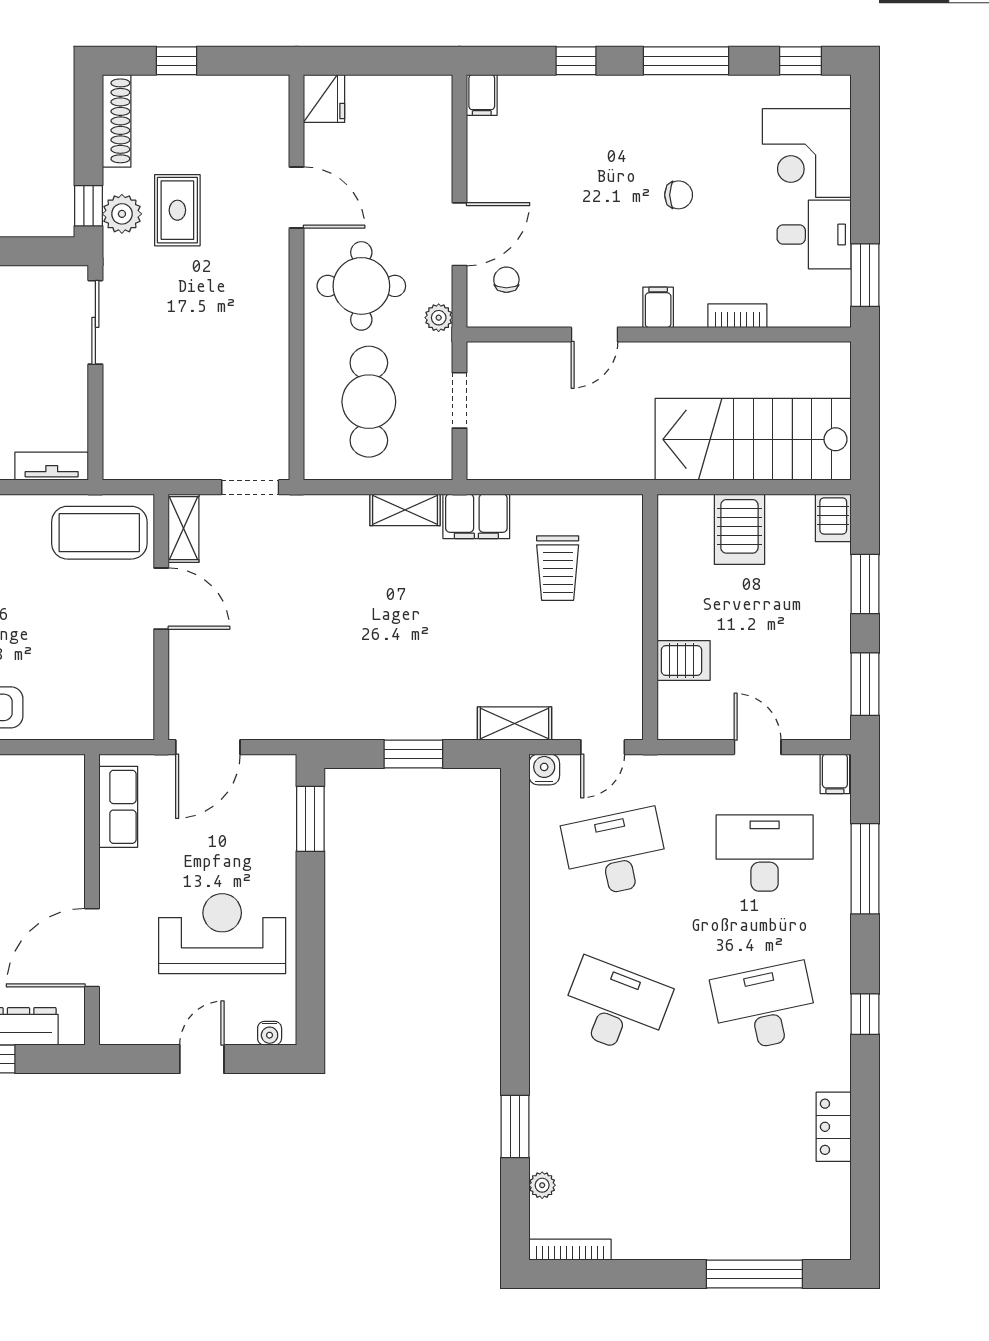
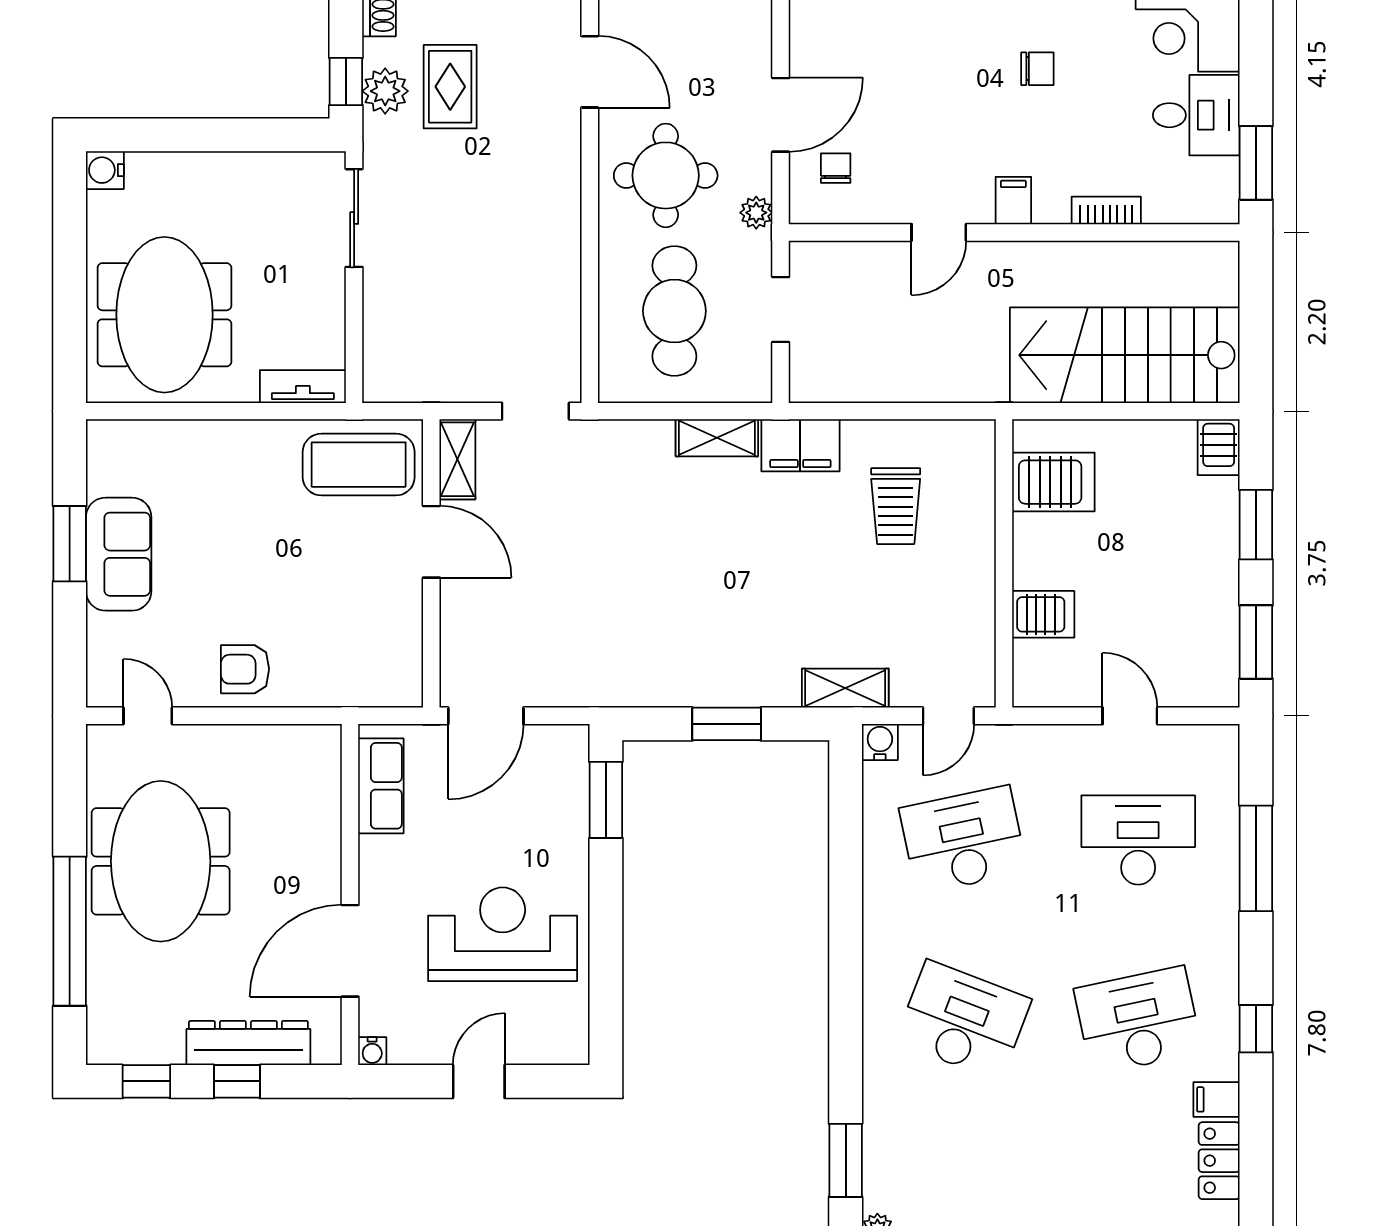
server rack: (739, 529) -> (1053, 482), moved, turned -90
filing cabinet: (835, 774) -> (1217, 1099), moved, turned 90
water cooler: (270, 1033) -> (372, 1051), moved

